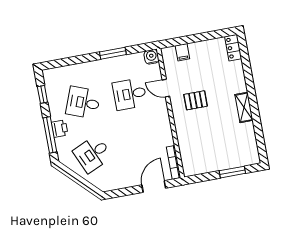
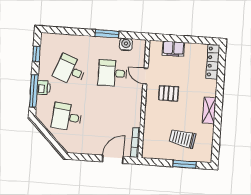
locker: (233, 48) -> (213, 62), width x1.53
filing cabinet: (182, 52) -> (173, 49), width x2.00
water cooler: (151, 57) -> (126, 44), moved
trolley: (223, 145) -> (182, 138), added
desk: (93, 154) -> (67, 117), turned 30

